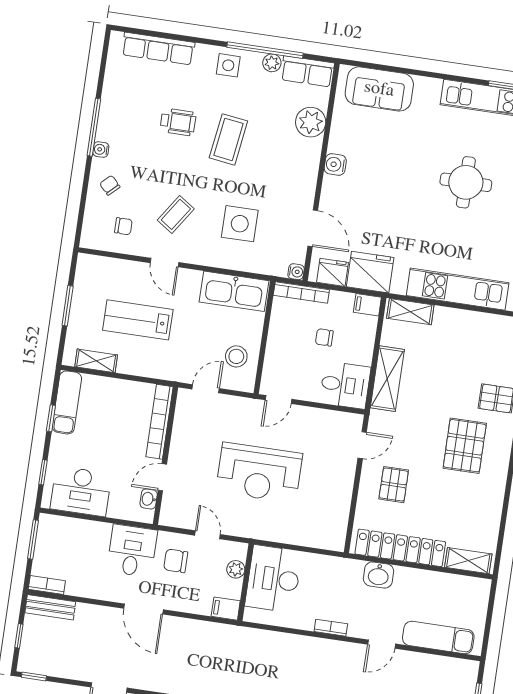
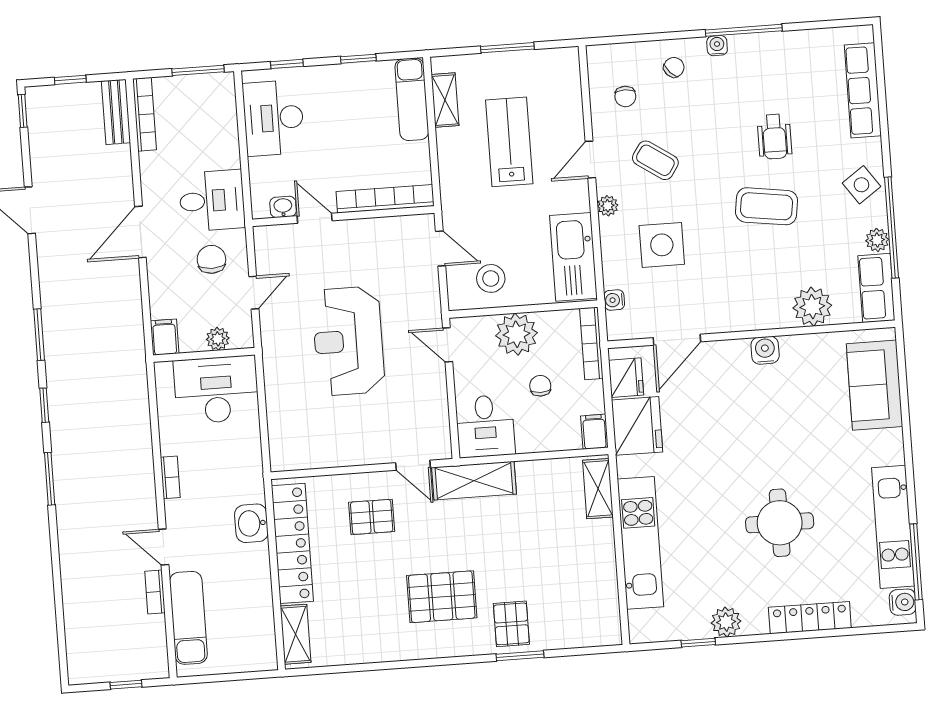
side table: (228, 65) -> (861, 185), turned -35
plant: (202, 257) -> (608, 206), added
water cooler: (296, 272) -> (614, 300), moved, turned 90
plant: (282, 347) -> (516, 334), added
shelving: (387, 379) -> (474, 481), moved
exam couch: (67, 402) -> (412, 99), moved, turned 90
bookcase: (47, 585) -> (145, 114), width x1.56
bookcase: (413, 658) -> (155, 592), added

